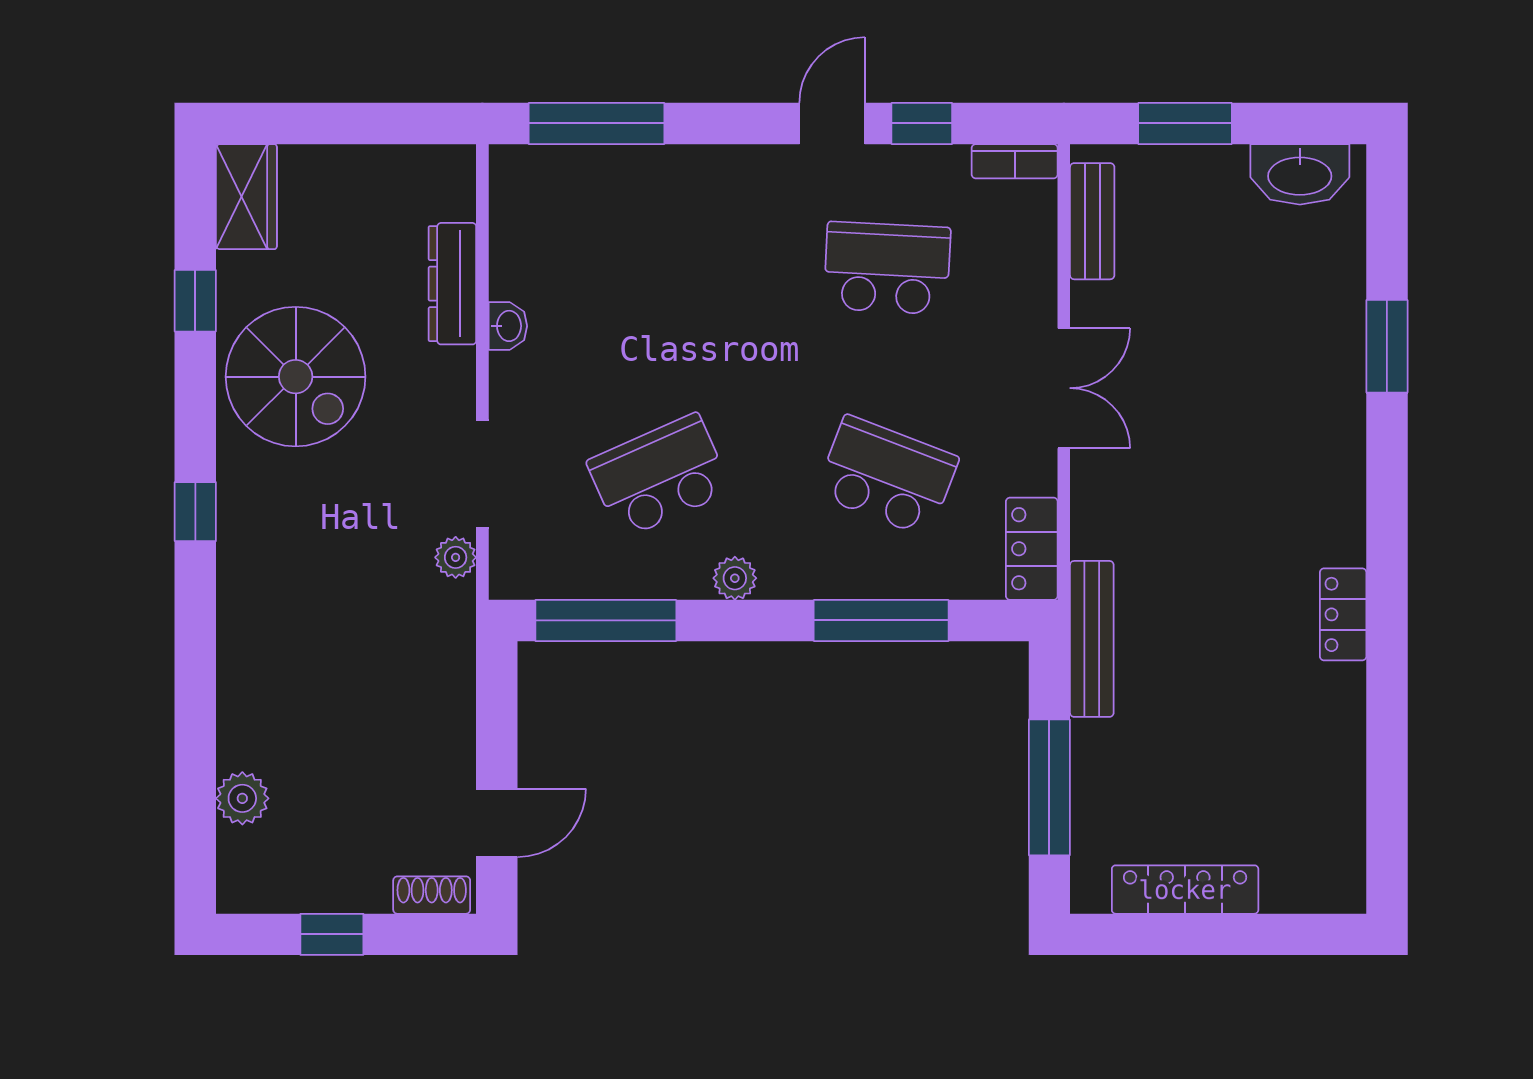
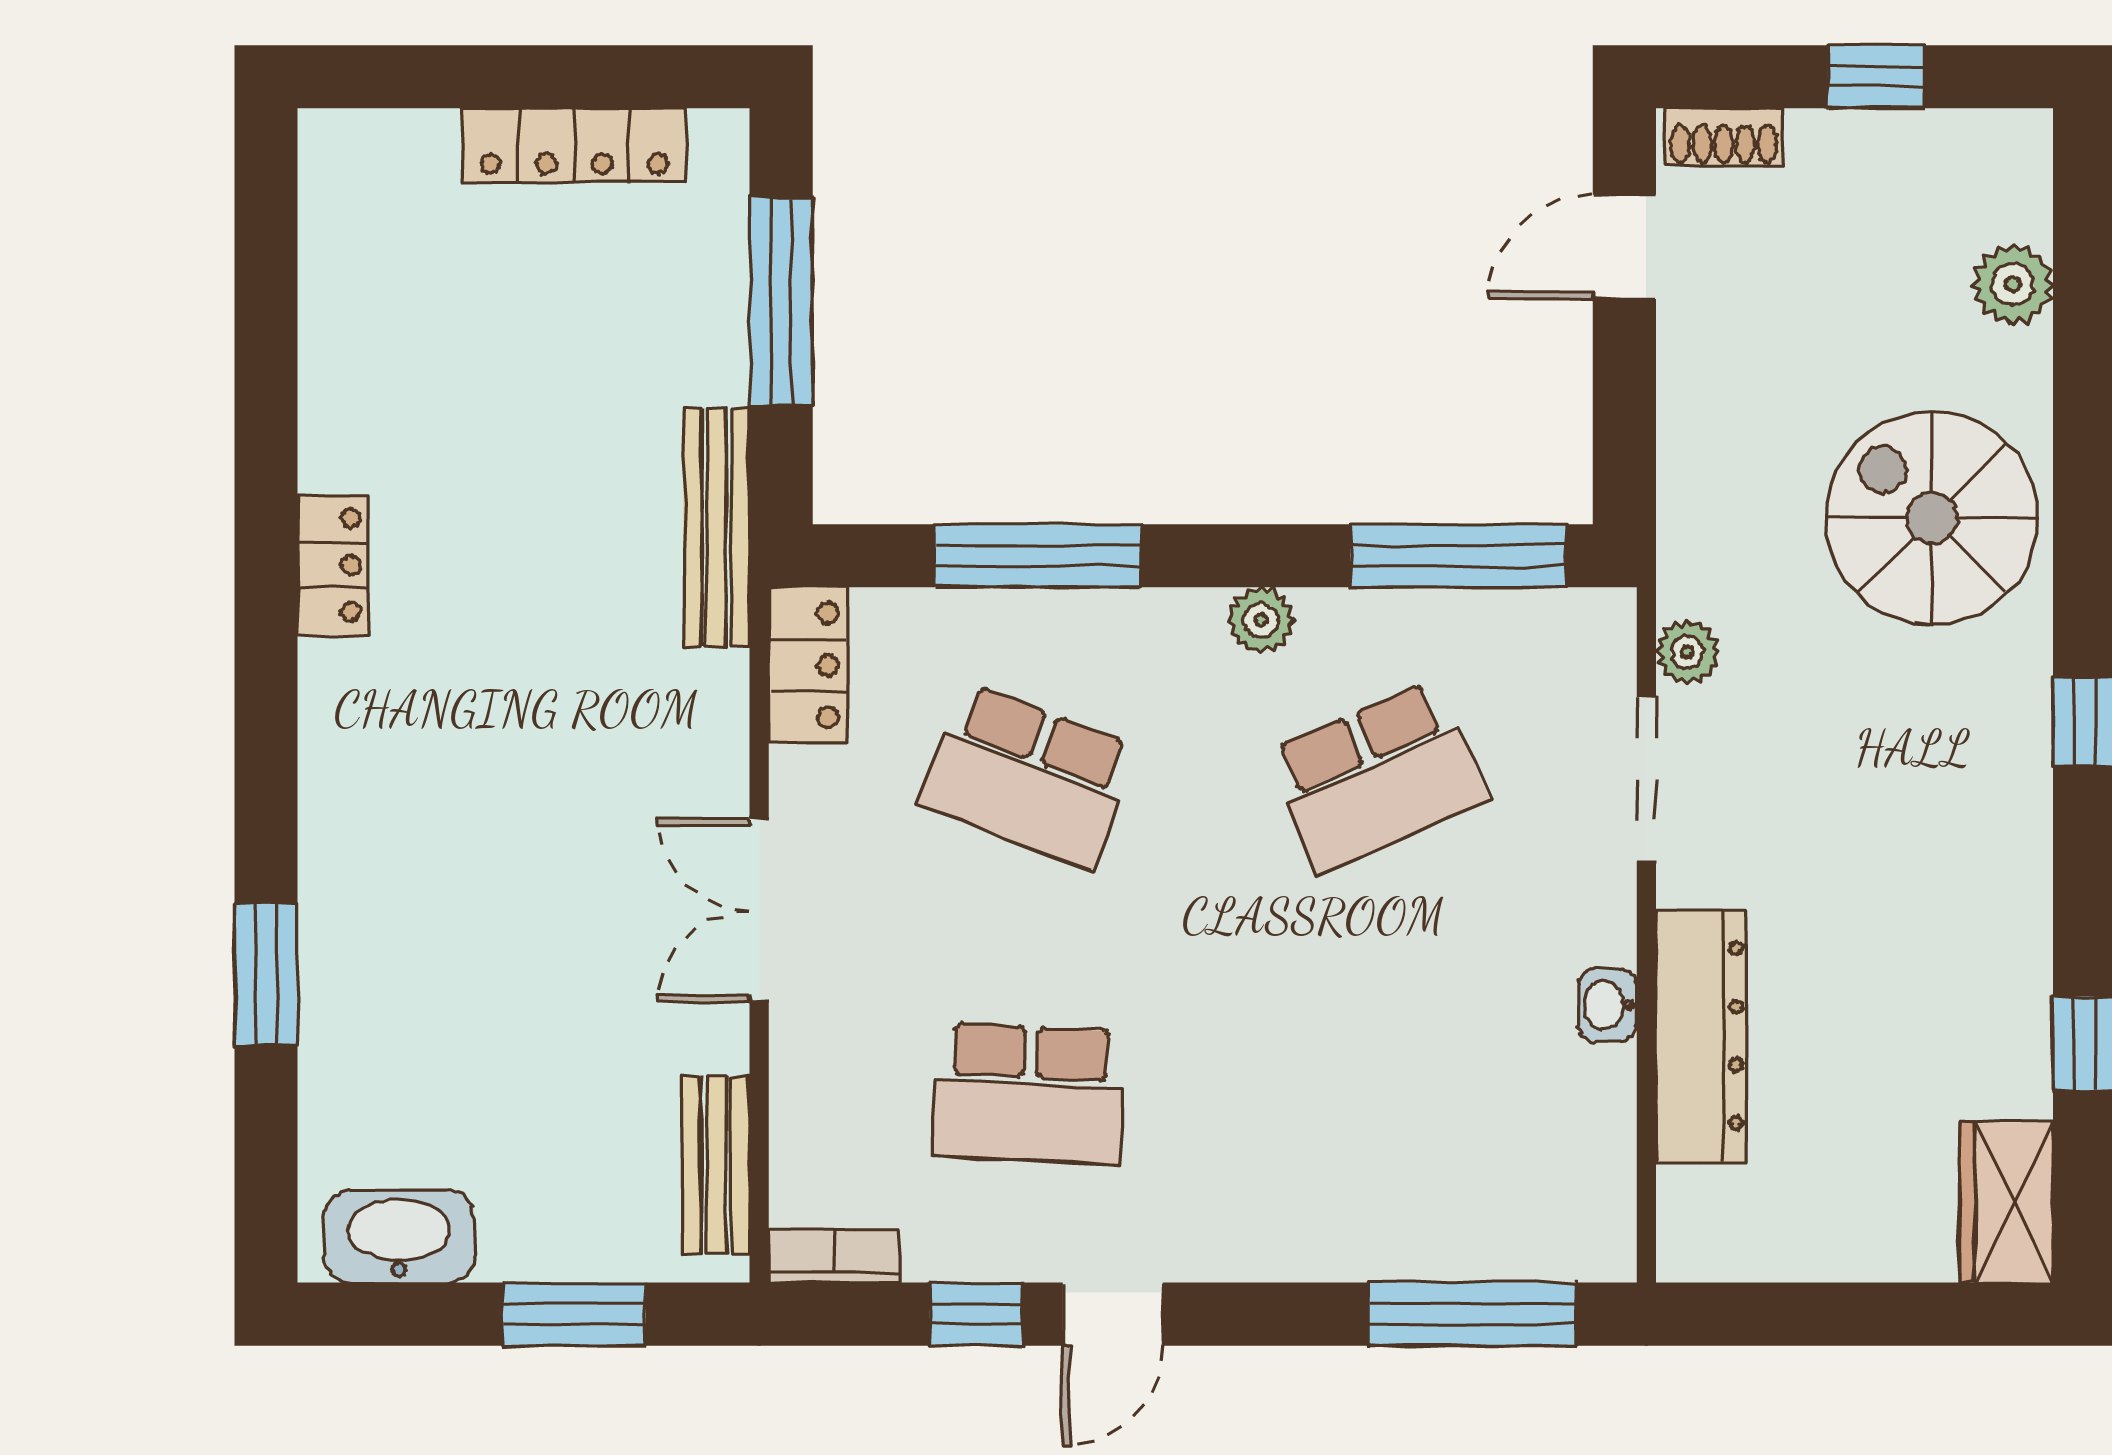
dresser: (452, 284) -> (1701, 1036), width x1.37, depth x1.24
spiral stairs: (296, 377) -> (1932, 518), moved

